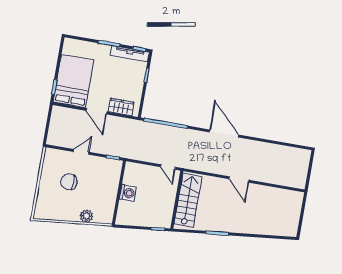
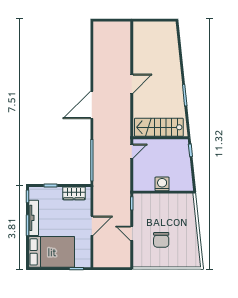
tv unit: (130, 54) -> (34, 218), moved
bed: (73, 81) -> (52, 252), moved, turned 180
wardrobe: (121, 107) -> (74, 193), moved, turned -90
plant: (86, 216) -> (190, 218), removed

